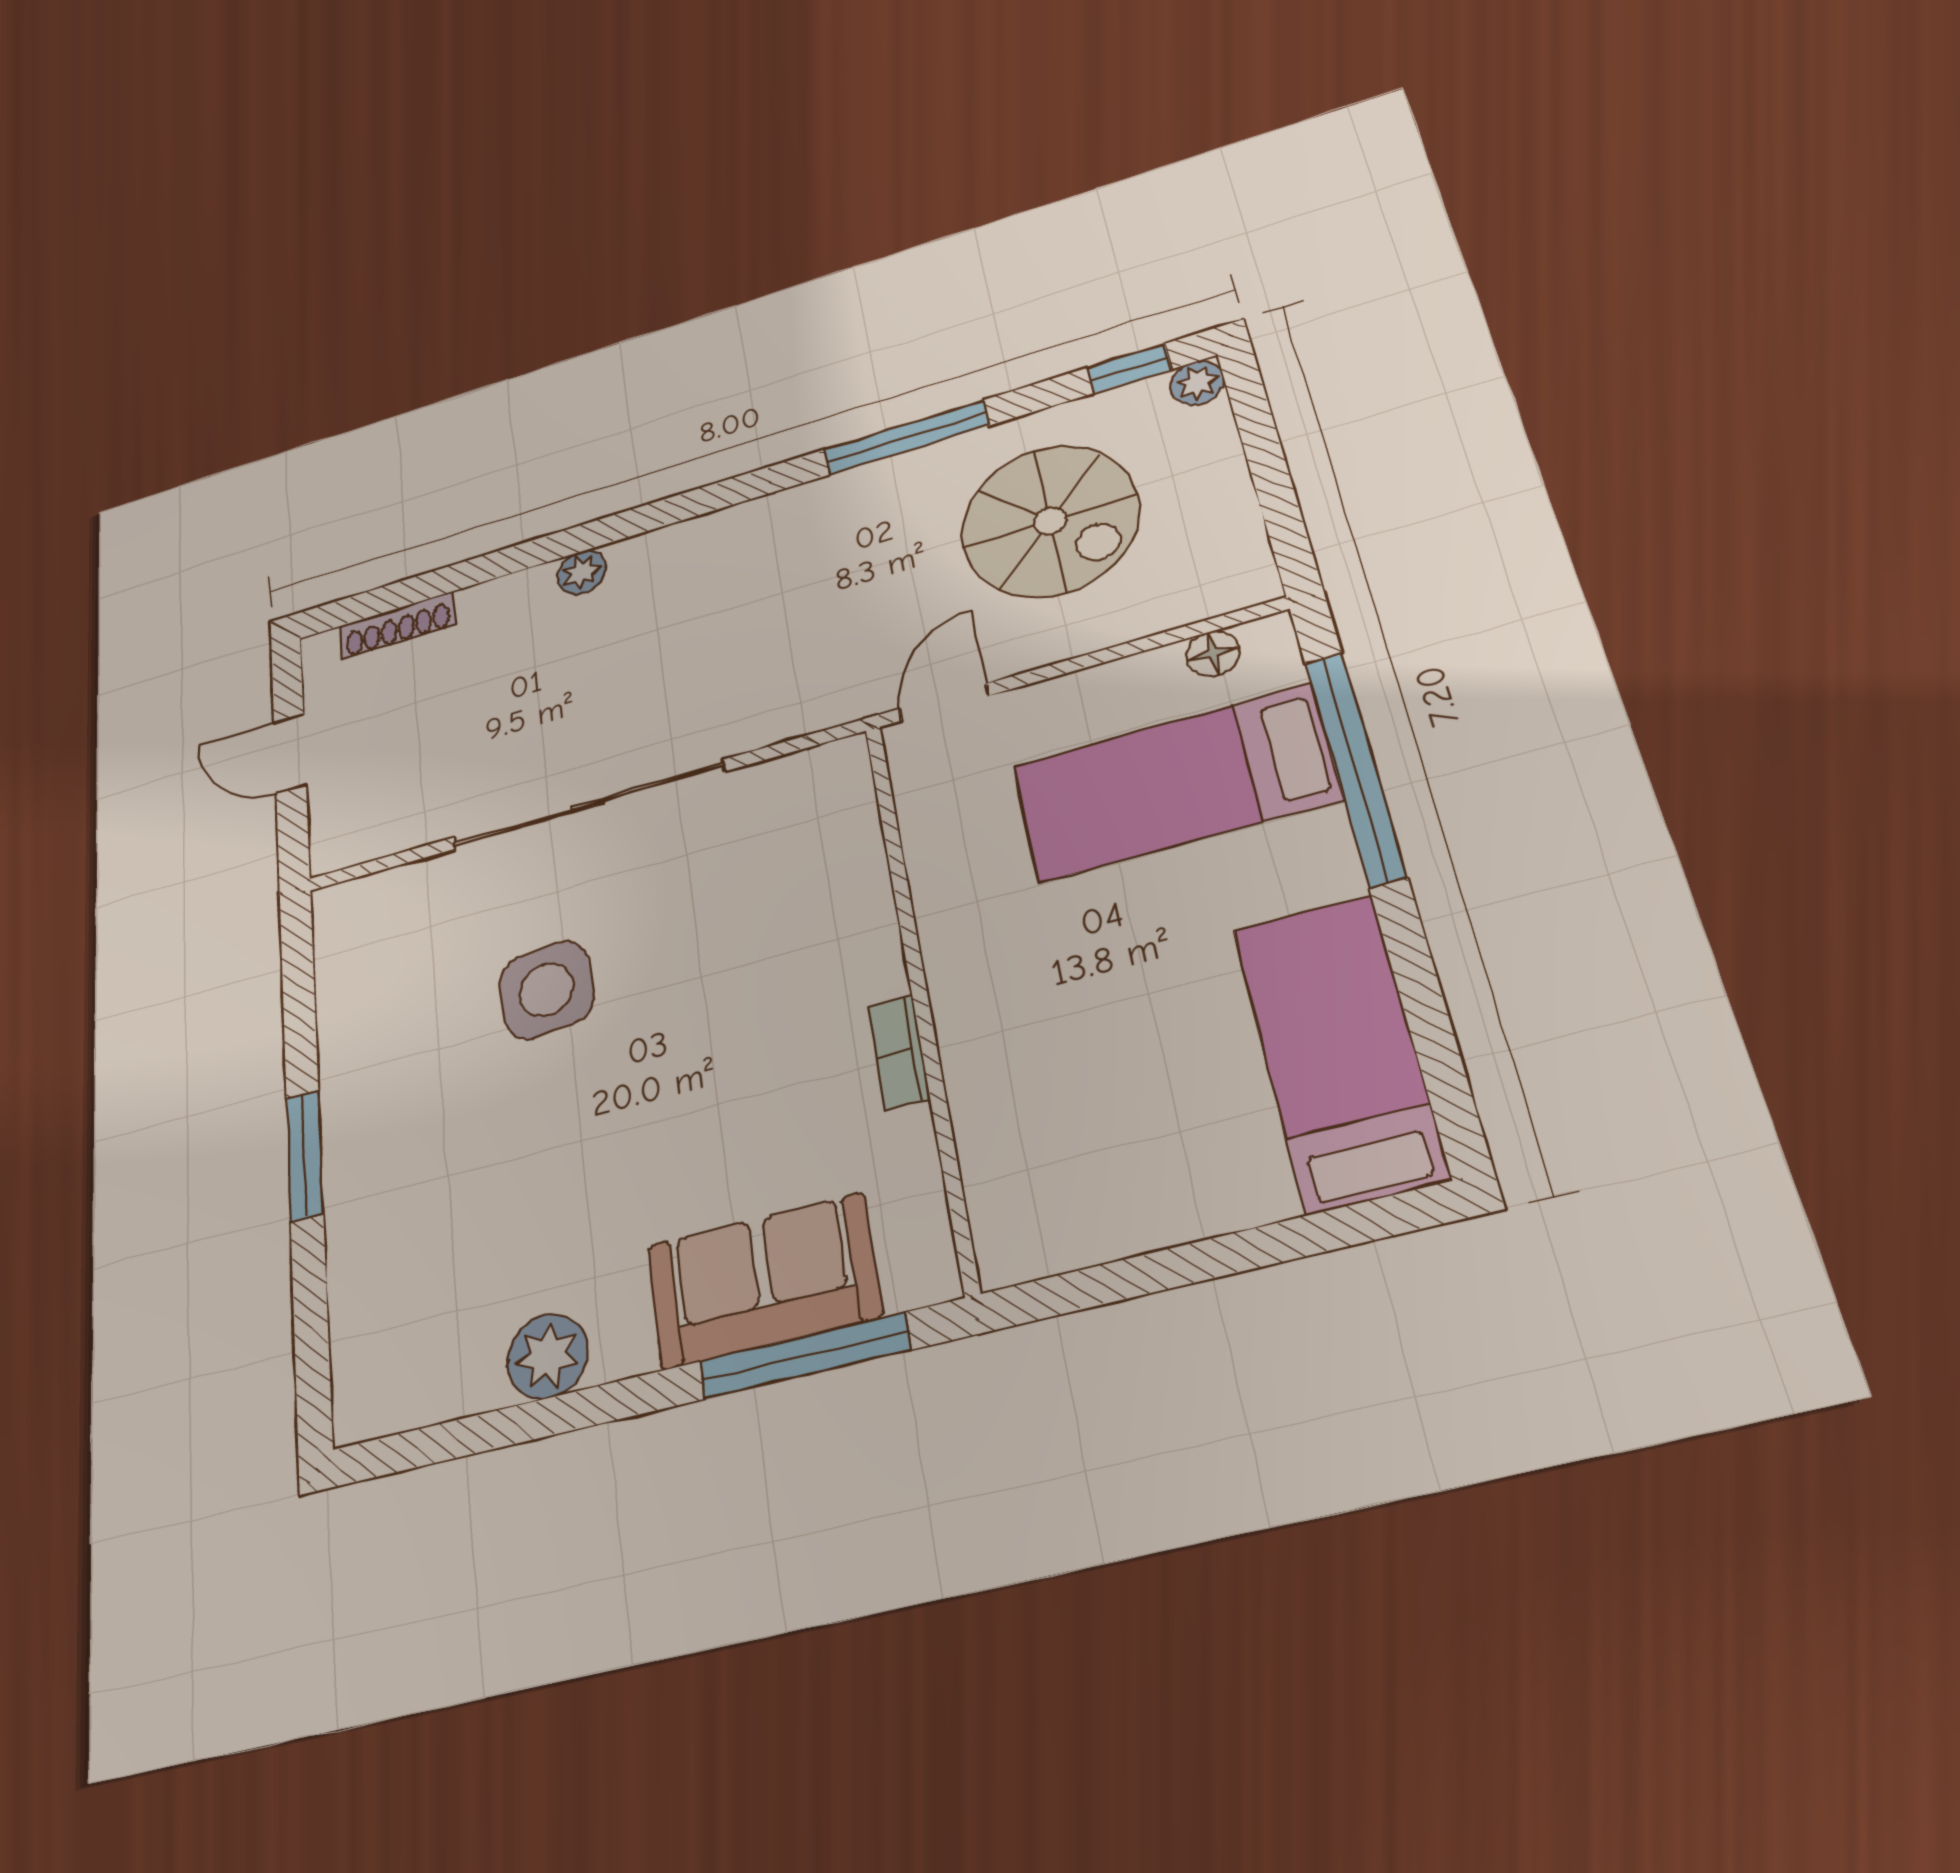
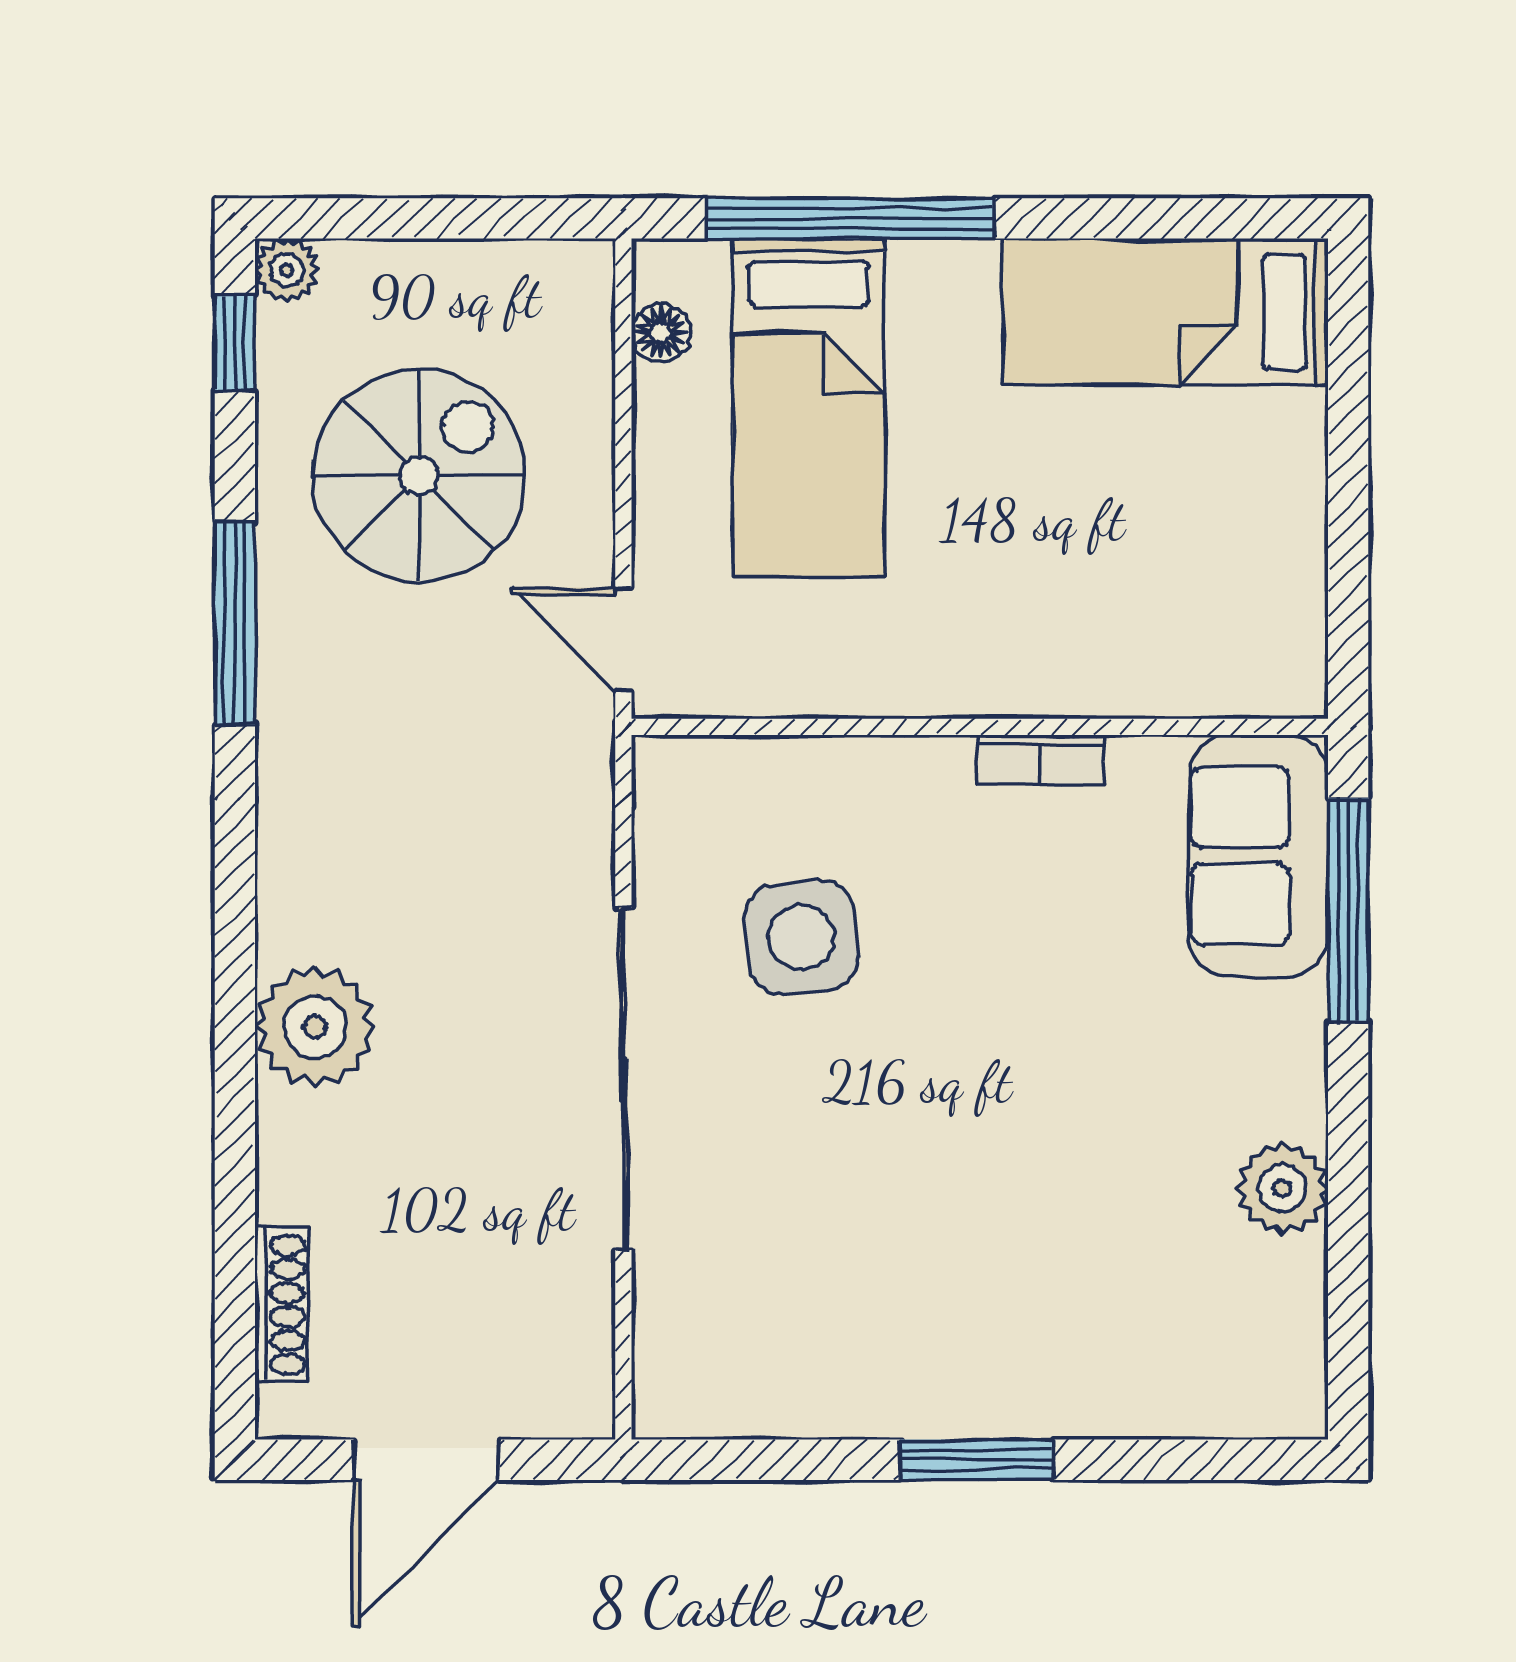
plant: (582, 572) -> (315, 1027), width x1.87, depth x1.87
door: (290, 754) -> (426, 1460), width x1.38
side table: (546, 990) -> (801, 937), moved
sofa: (763, 1281) -> (1258, 856), moved

